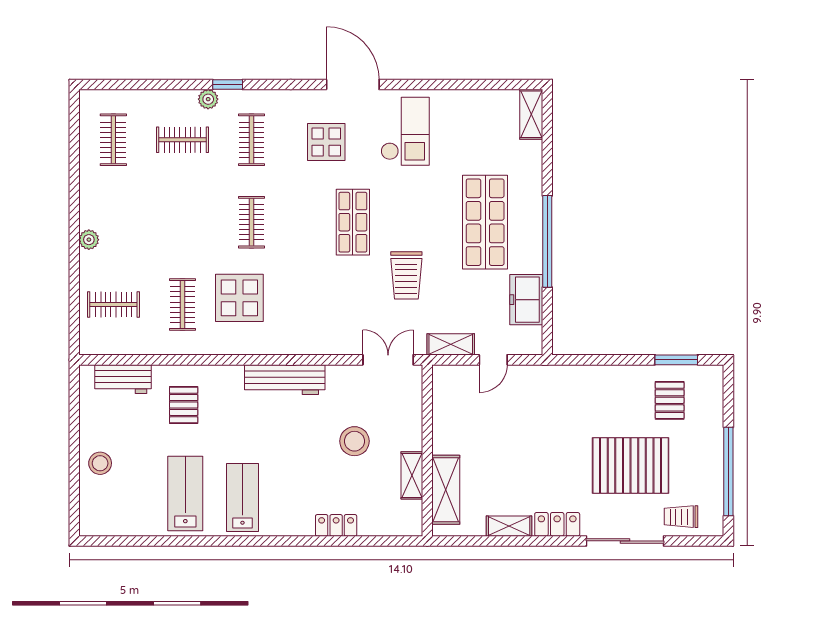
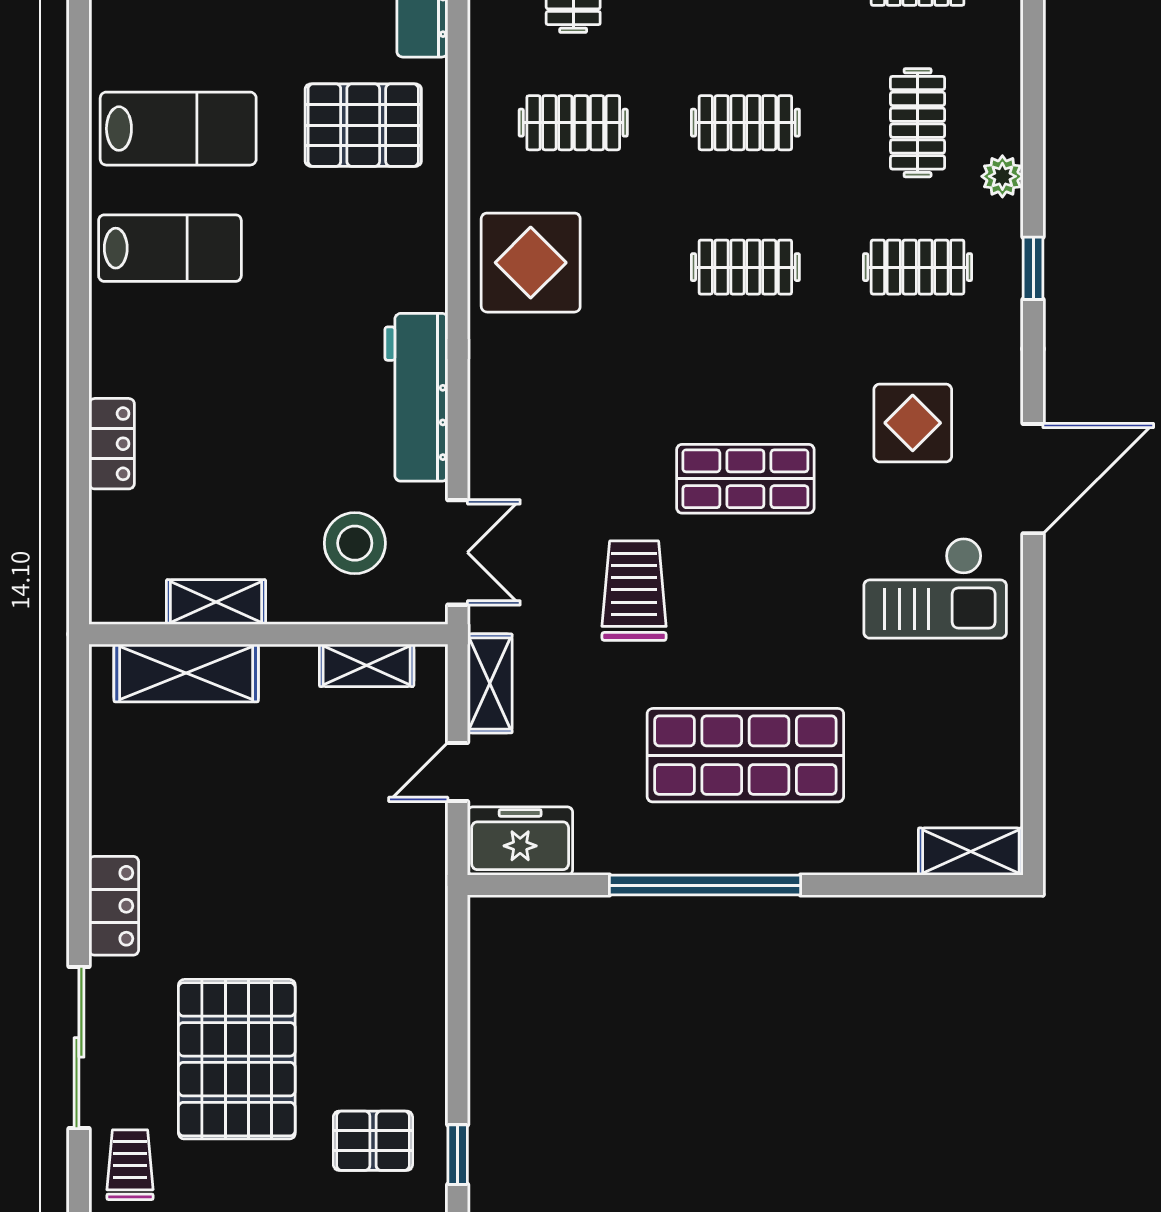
window: (228, 84) -> (1033, 268), moved
clothes rail: (182, 222) -> (745, 123), added
trolley: (406, 275) -> (634, 591), turned 90
display table: (239, 298) -> (531, 263), moved
freezer: (526, 300) -> (520, 841), moved
door: (493, 360) -> (458, 772), hinge flipped
window: (676, 360) -> (458, 1155), width x0.67
workbench: (285, 380) -> (416, 397), moved
pallet: (184, 405) -> (363, 125), width x1.50, depth x1.42
stool: (354, 441) -> (355, 543), moved
shelving: (509, 526) -> (367, 665), moved, turned 90

